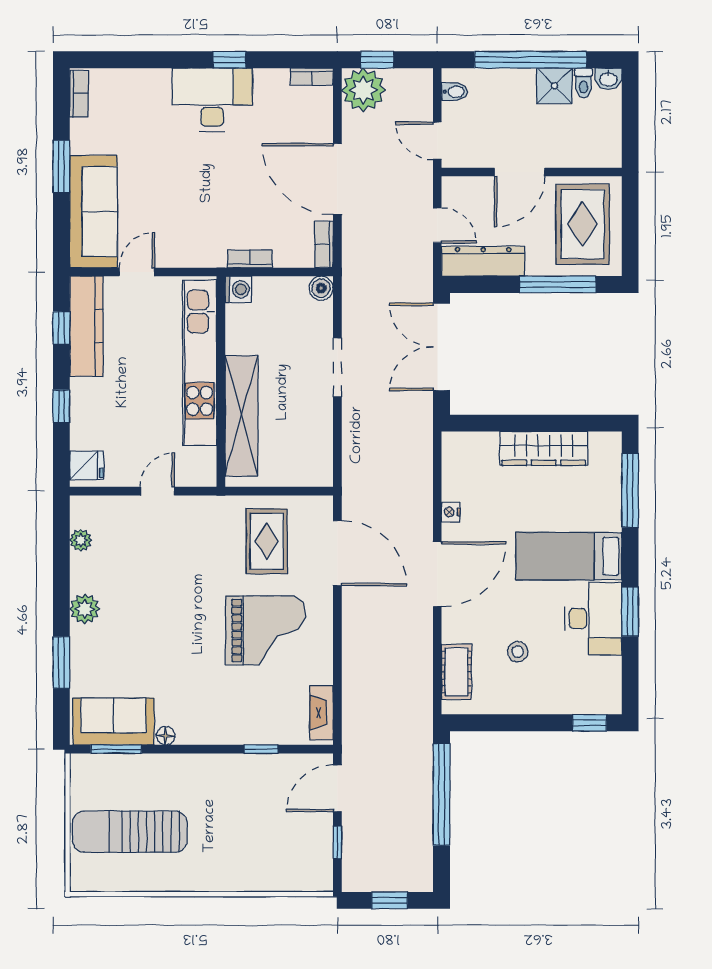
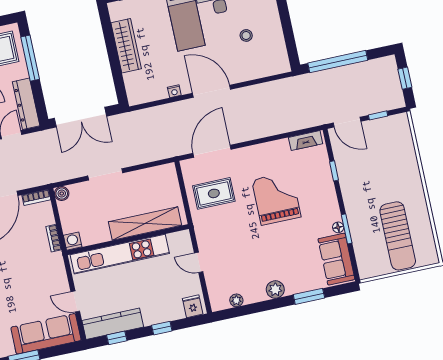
grand piano: (266, 630) -> (276, 198), moved
cot: (456, 672) -> (265, 68), removed
window: (116, 749) -> (347, 229), moved

